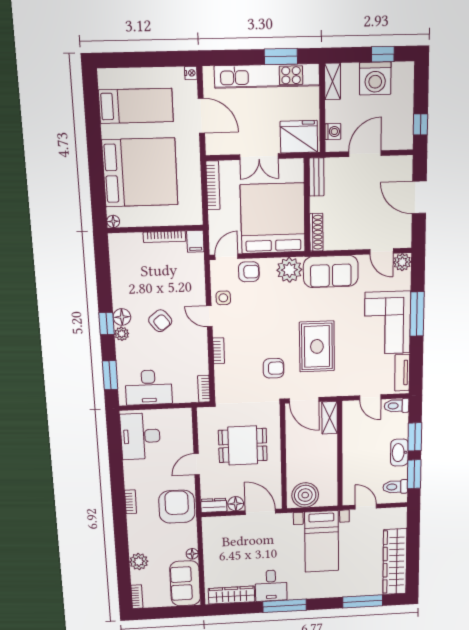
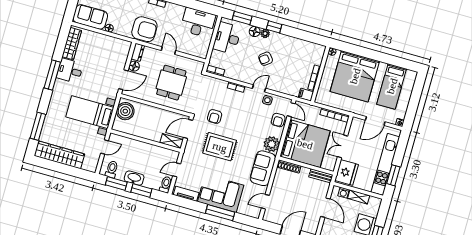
shelving: (333, 81) -> (359, 197), moved
plant: (402, 262) -> (255, 212), removed
floor lamp: (122, 317) -> (255, 31), moved

